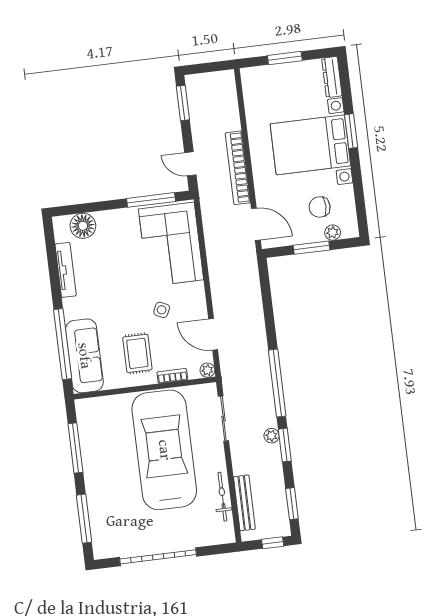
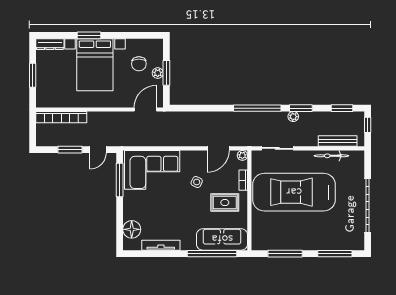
window: (183, 103) -> (70, 150), moved
bookcase: (238, 168) -> (61, 117), moved
plant: (333, 233) -> (158, 73), moved

